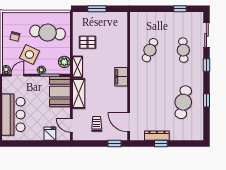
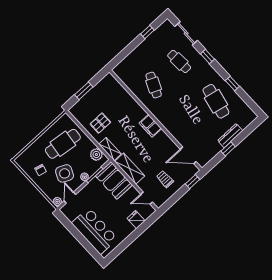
dresser: (157, 136) -> (230, 136), moved

